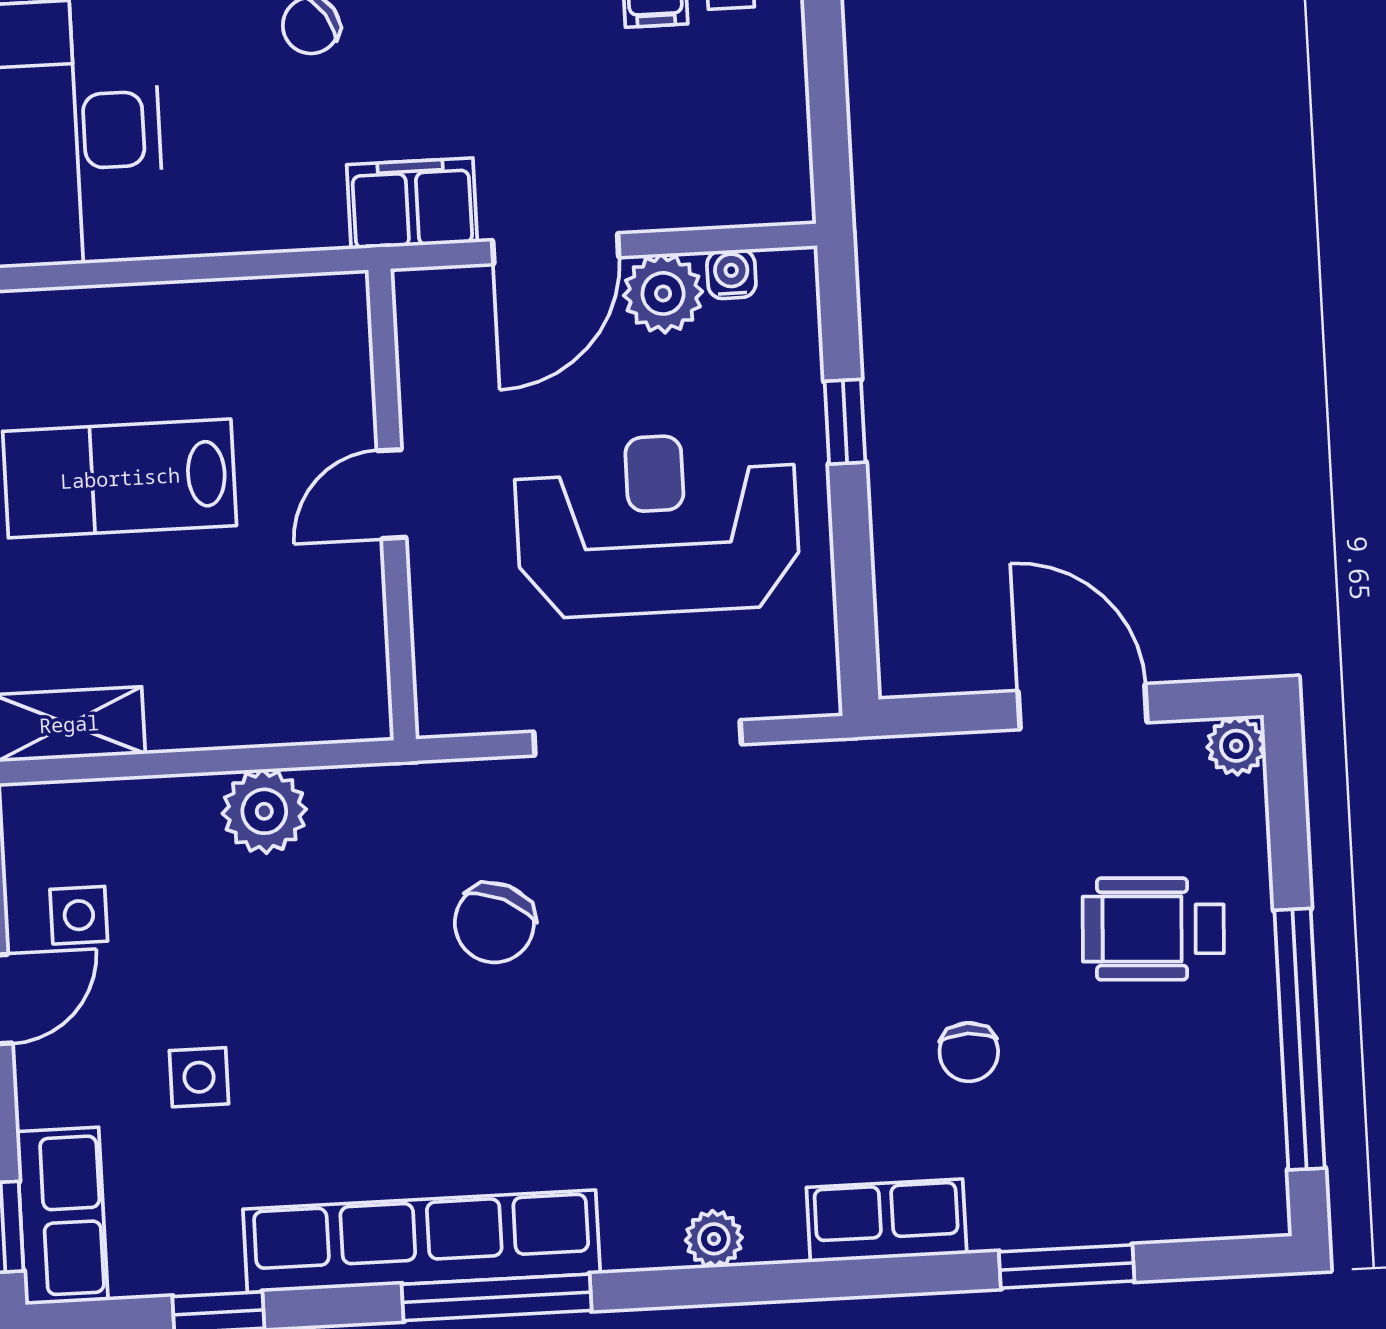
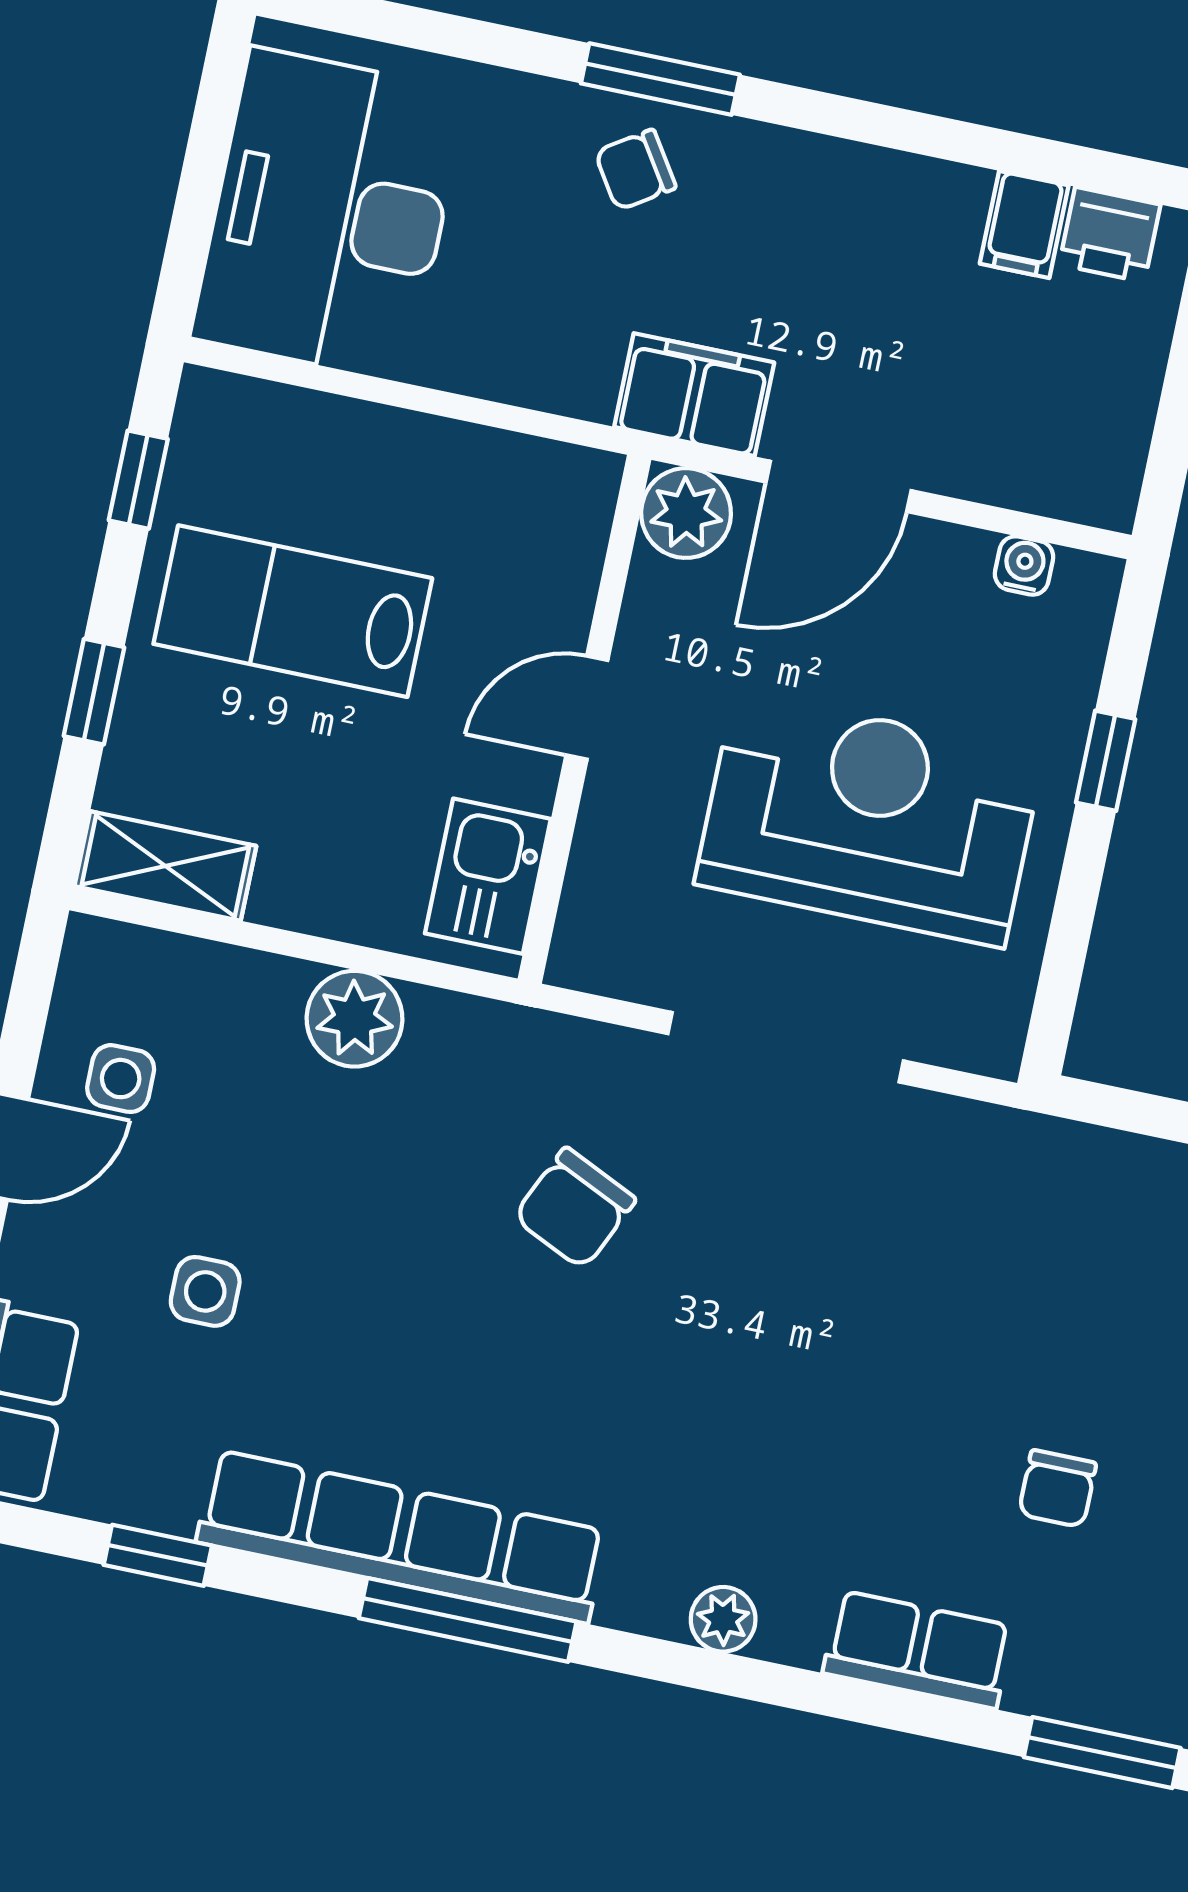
plant: (663, 293) -> (686, 513), moved
kitchen sink: (346, 660) -> (488, 876), added

